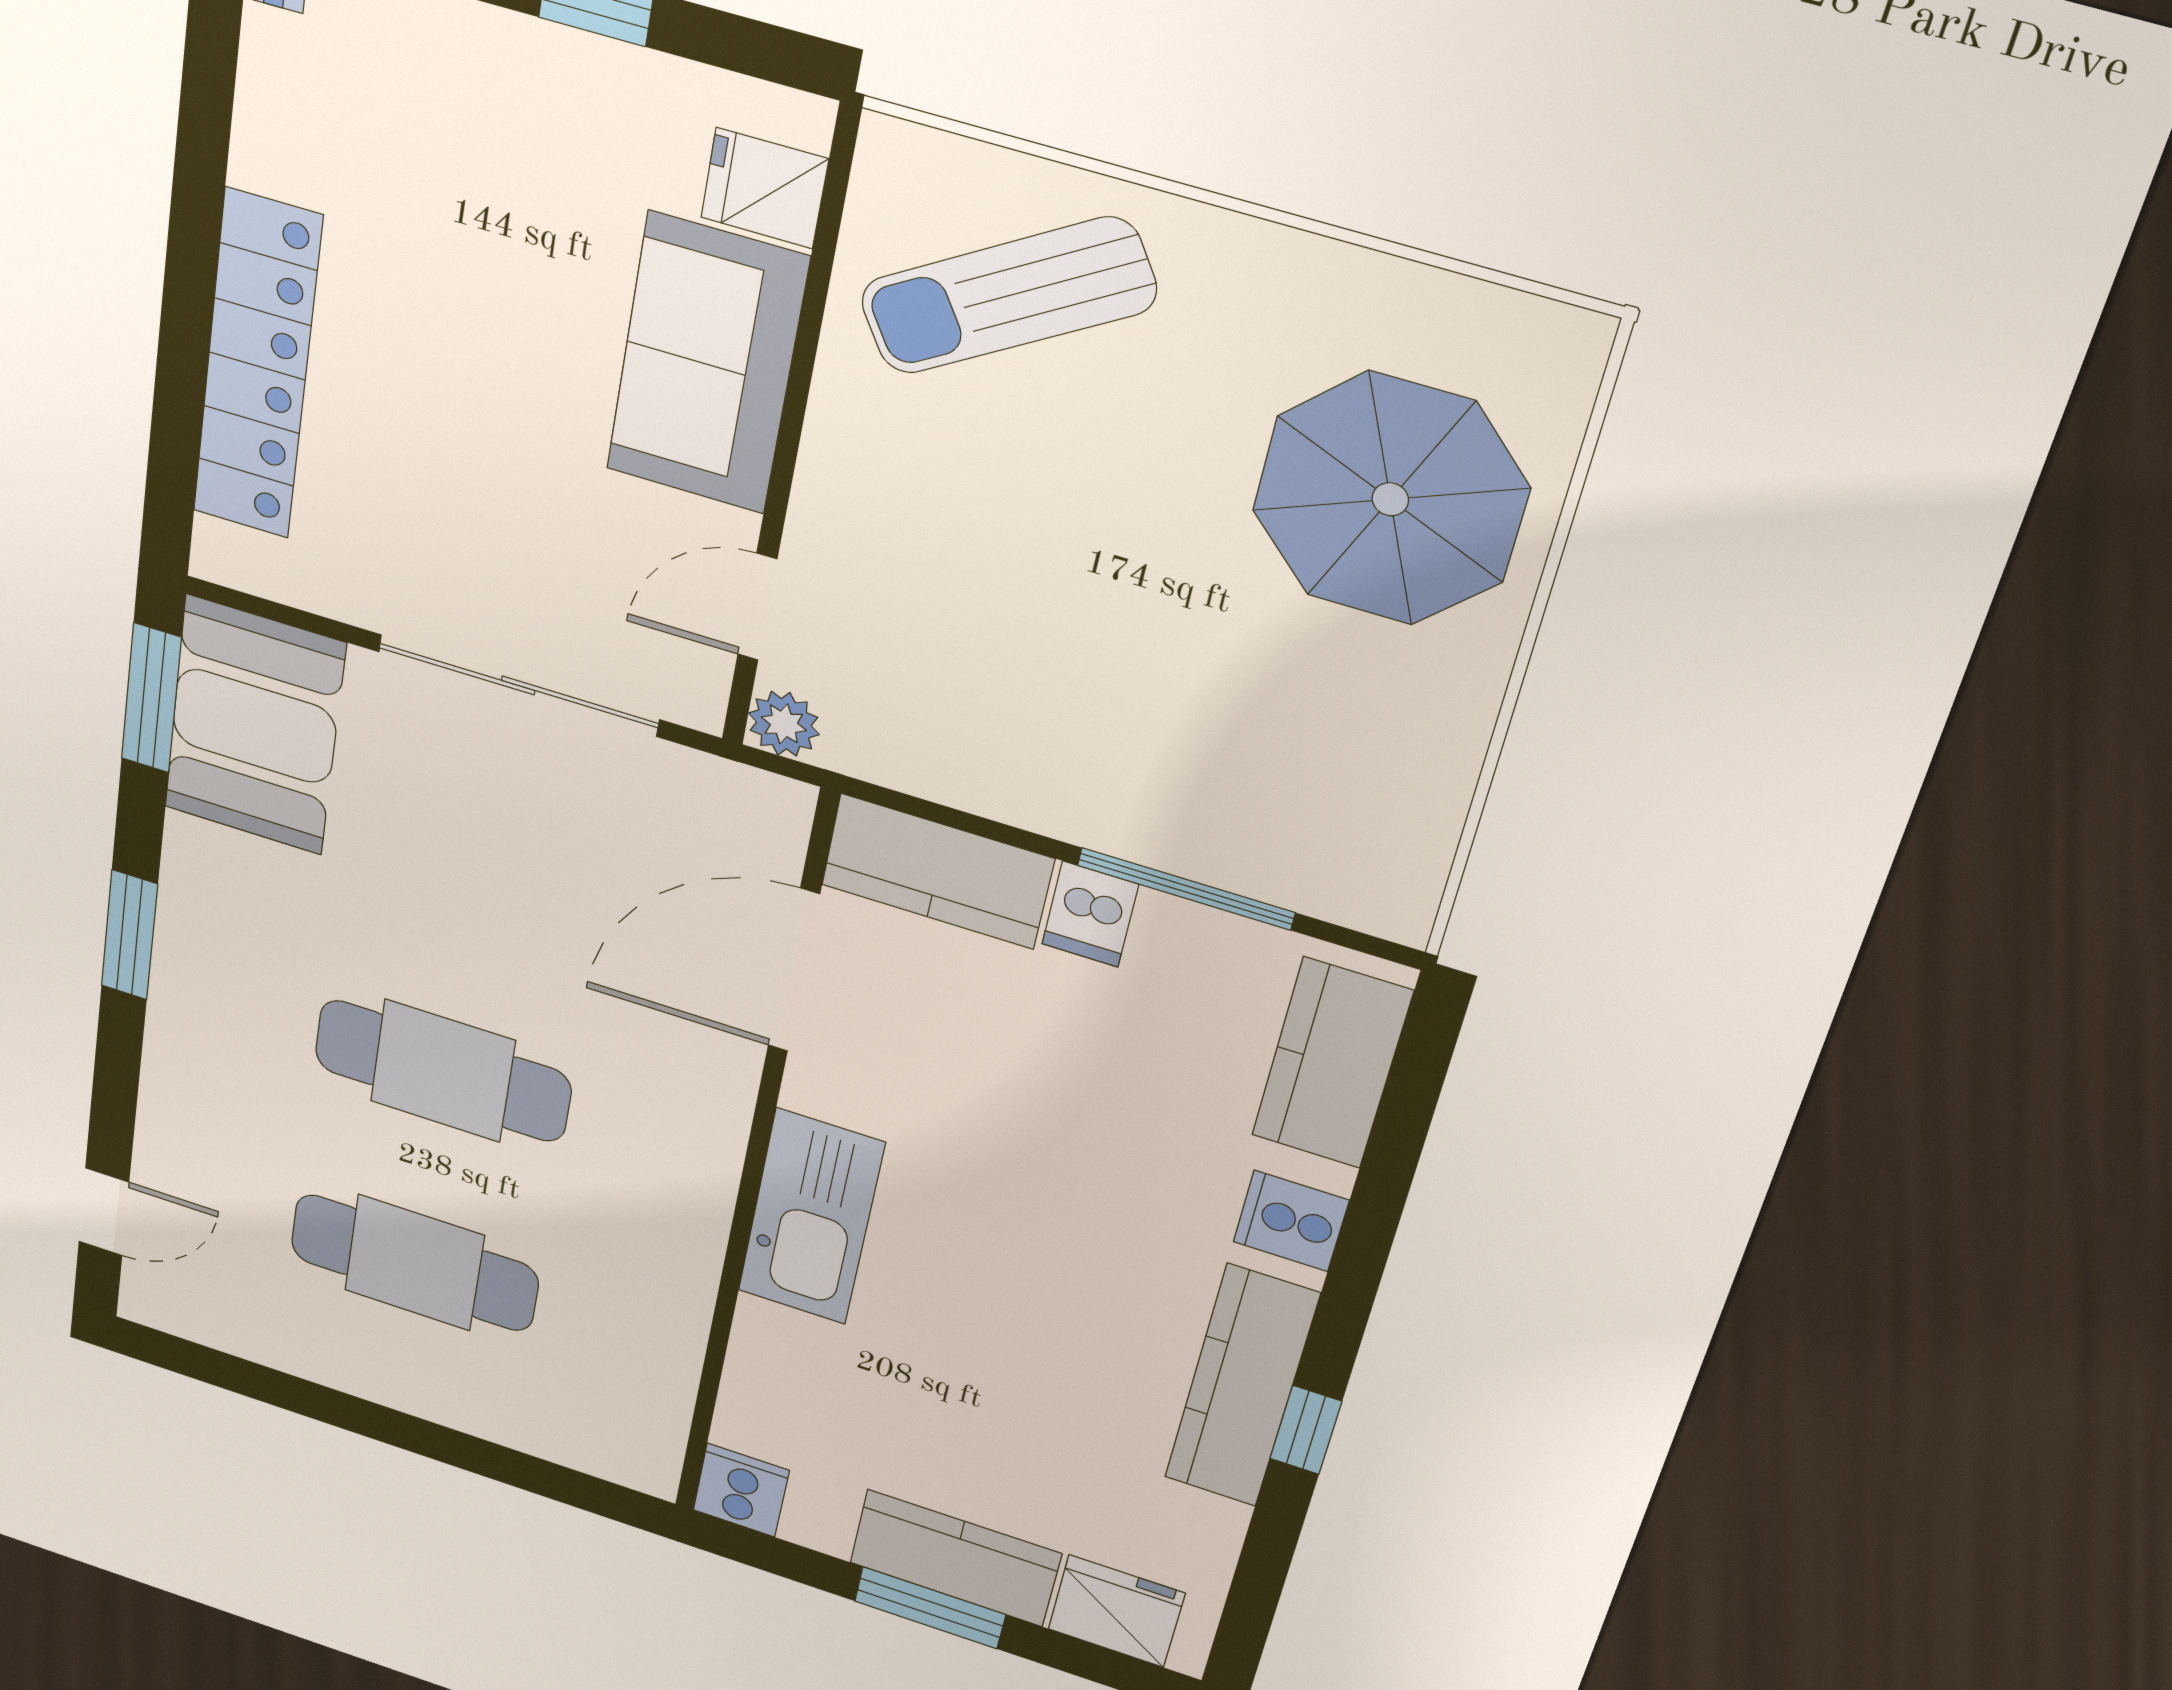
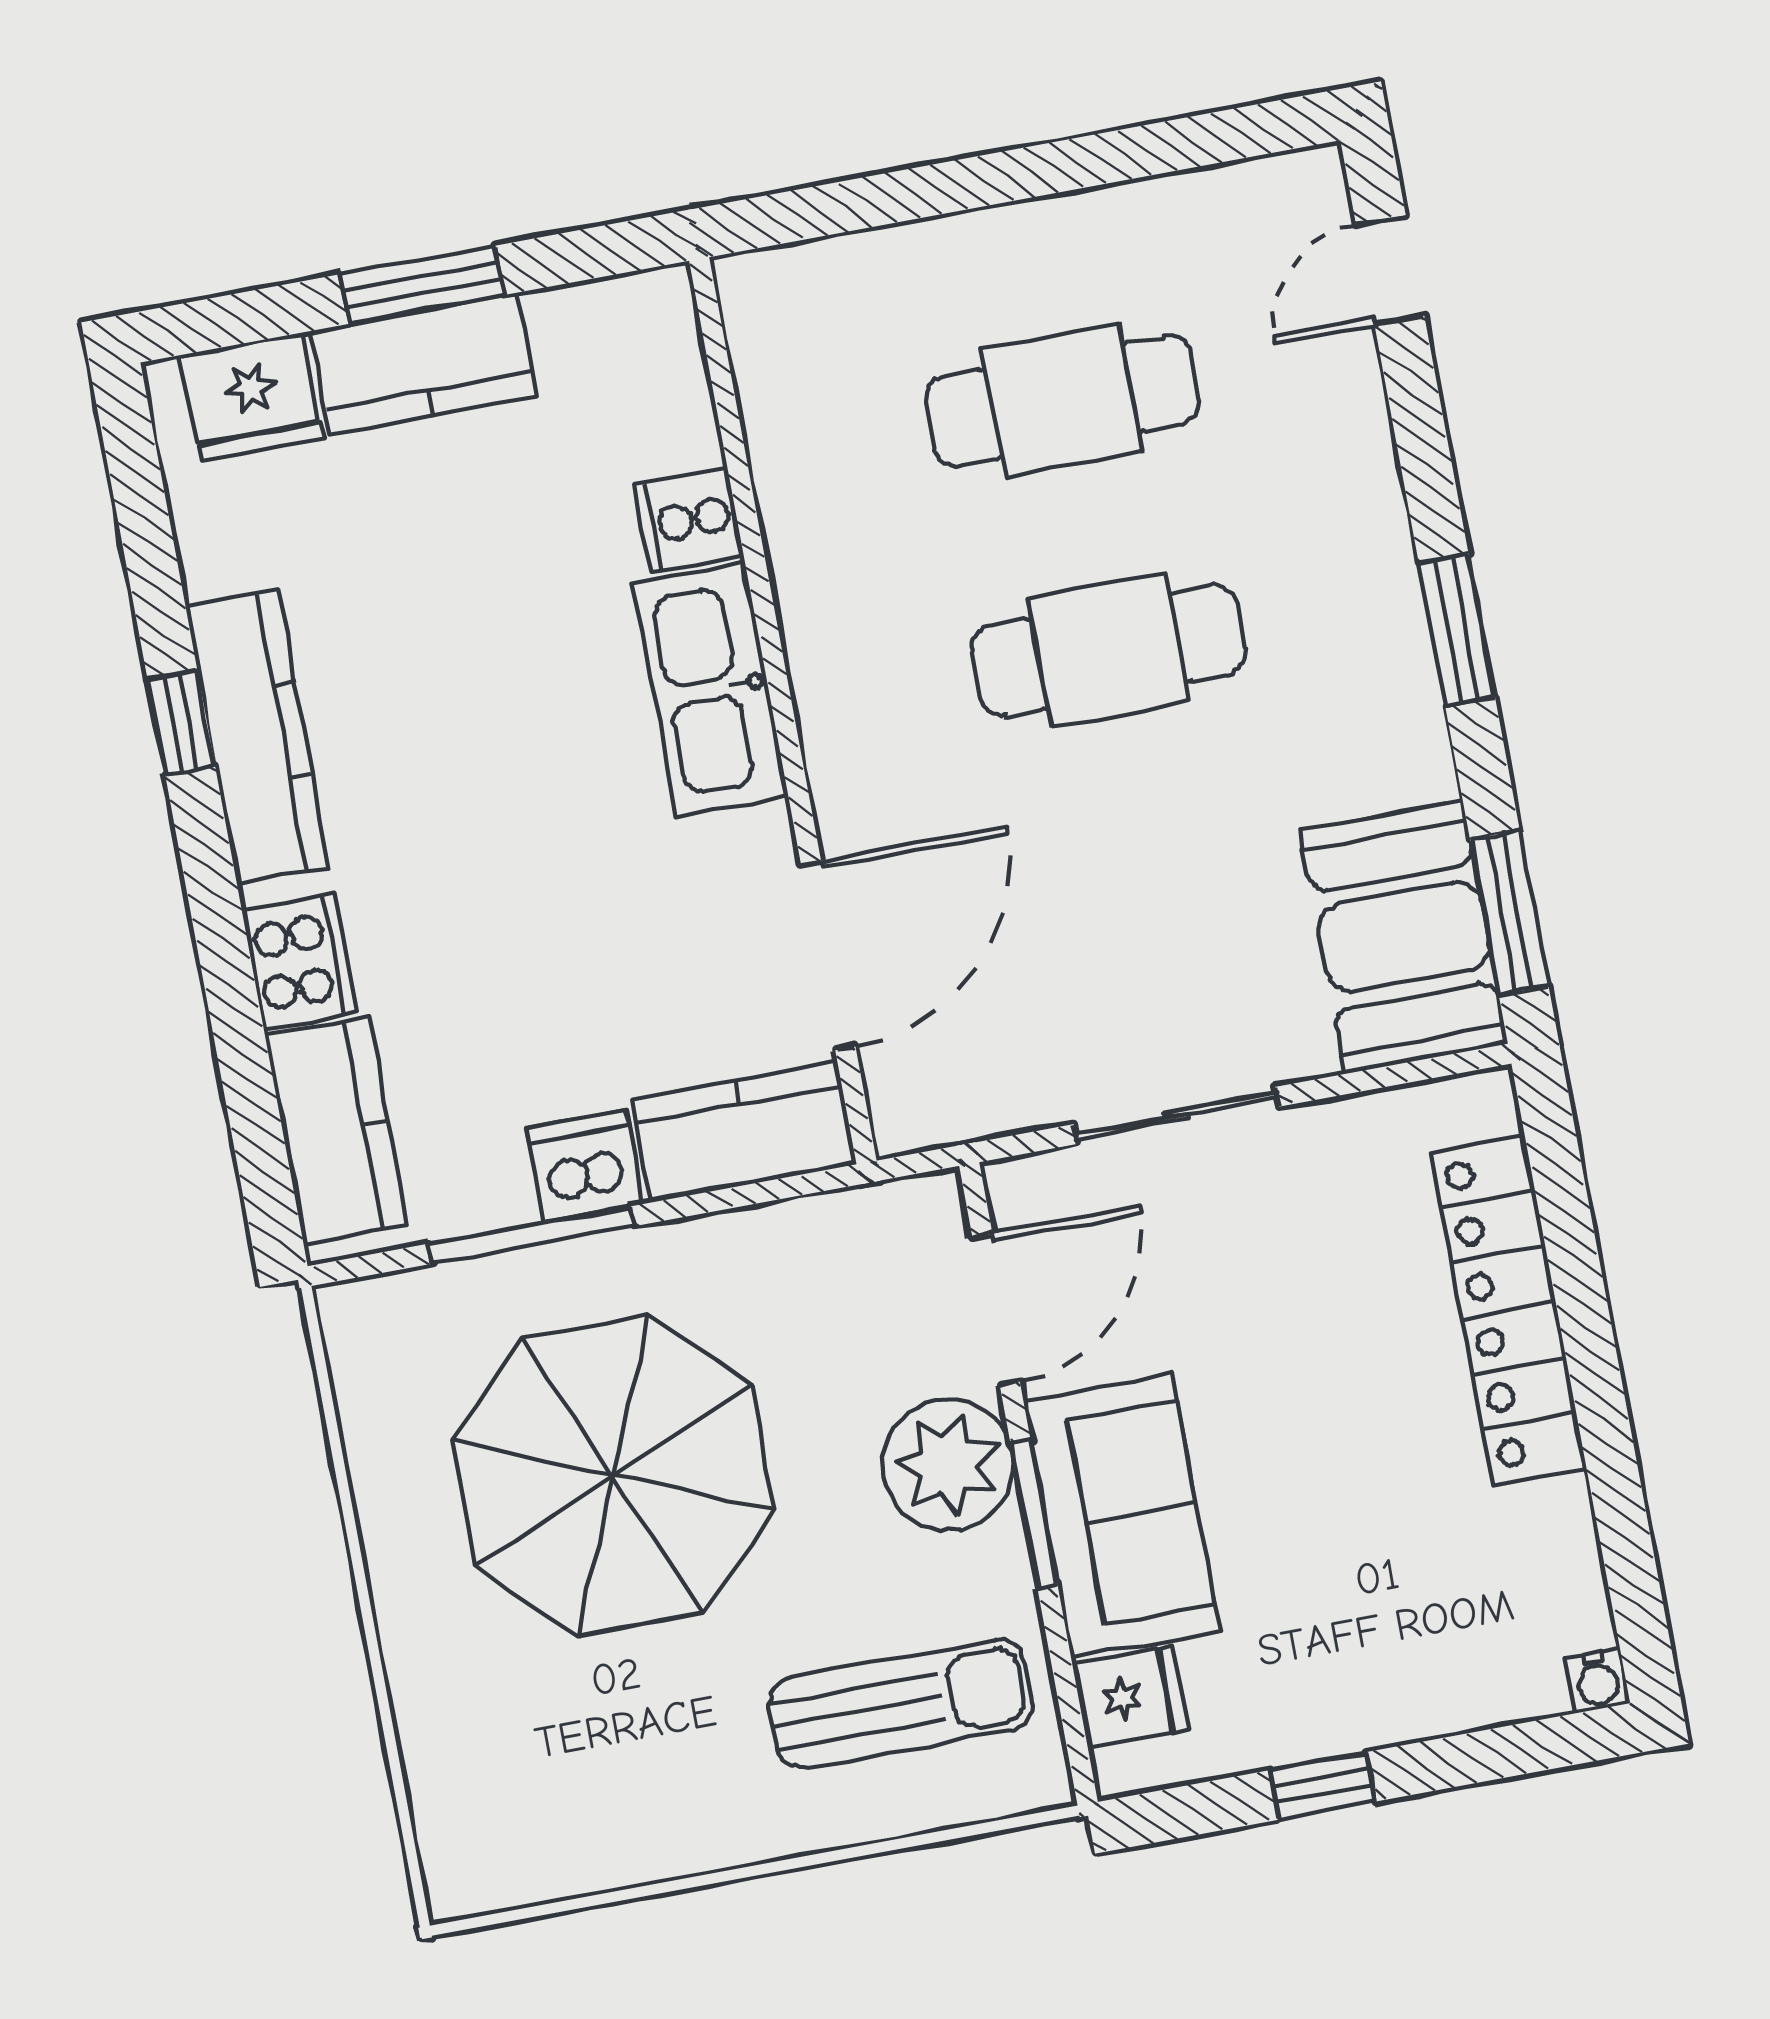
sun lounger: (1008, 296) -> (900, 1704), turned 32
window: (794, 408) -> (1034, 1514), added
parasol: (1390, 499) -> (613, 1475), moved, width x1.36, depth x1.36
door: (757, 607) -> (996, 1310), width x1.38
sliding door: (518, 685) -> (1176, 1115), width x0.73
plant: (784, 724) -> (948, 1464), moved, width x1.88, depth x1.88
dishwasher: (1090, 914) -> (585, 1166), width x1.38
cooker: (1291, 1221) -> (299, 961), width x1.36
cooker: (741, 1490) -> (689, 520), moved, turned 90

